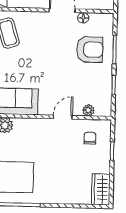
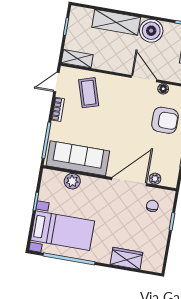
door: (63, 117) -> (129, 182), width x1.87
wardrobe: (101, 190) -> (126, 258), moved, turned 90

